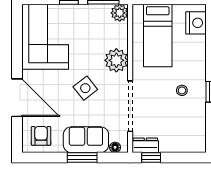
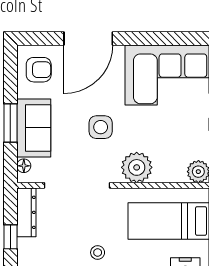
side table: (85, 88) -> (101, 127), turned 38
dresser: (145, 145) -> (26, 212), width x1.44
window: (151, 158) -> (10, 237), moved

